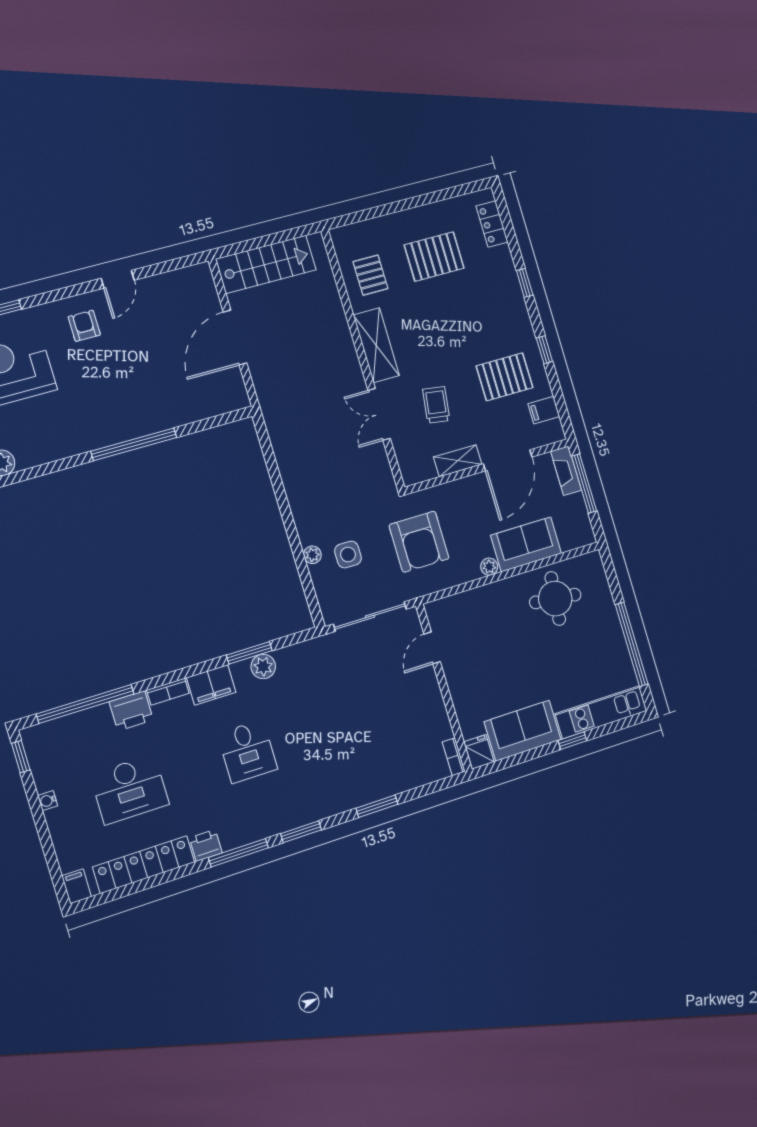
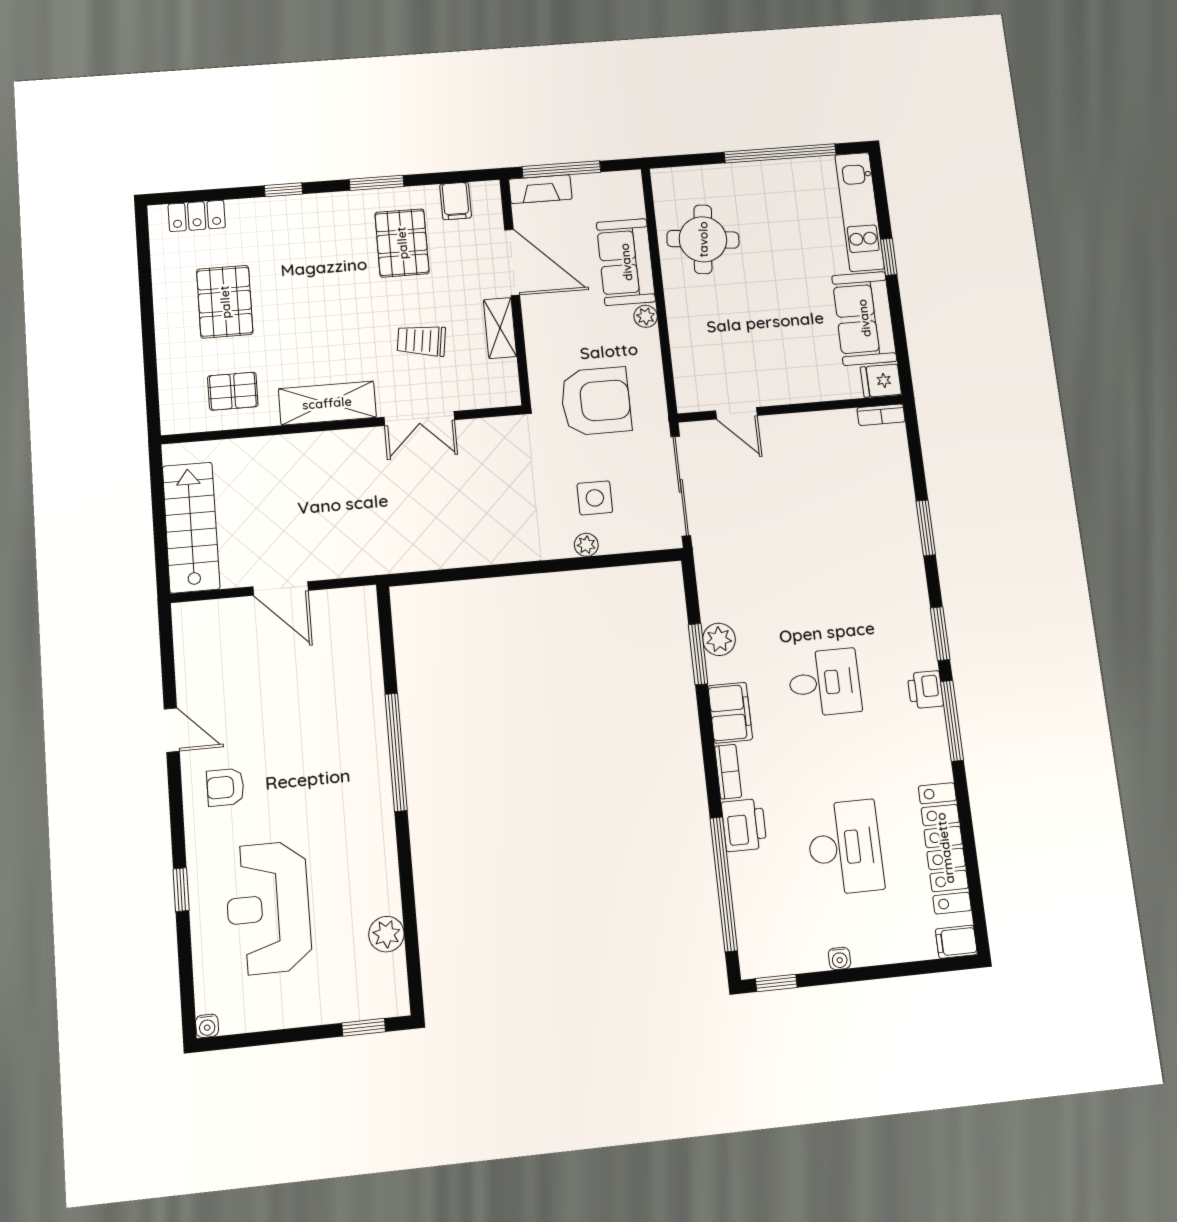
door: (235, 338) -> (281, 589), width x0.73
window: (544, 350) -> (377, 183), width x1.50
printer: (206, 845) -> (925, 690), moved

